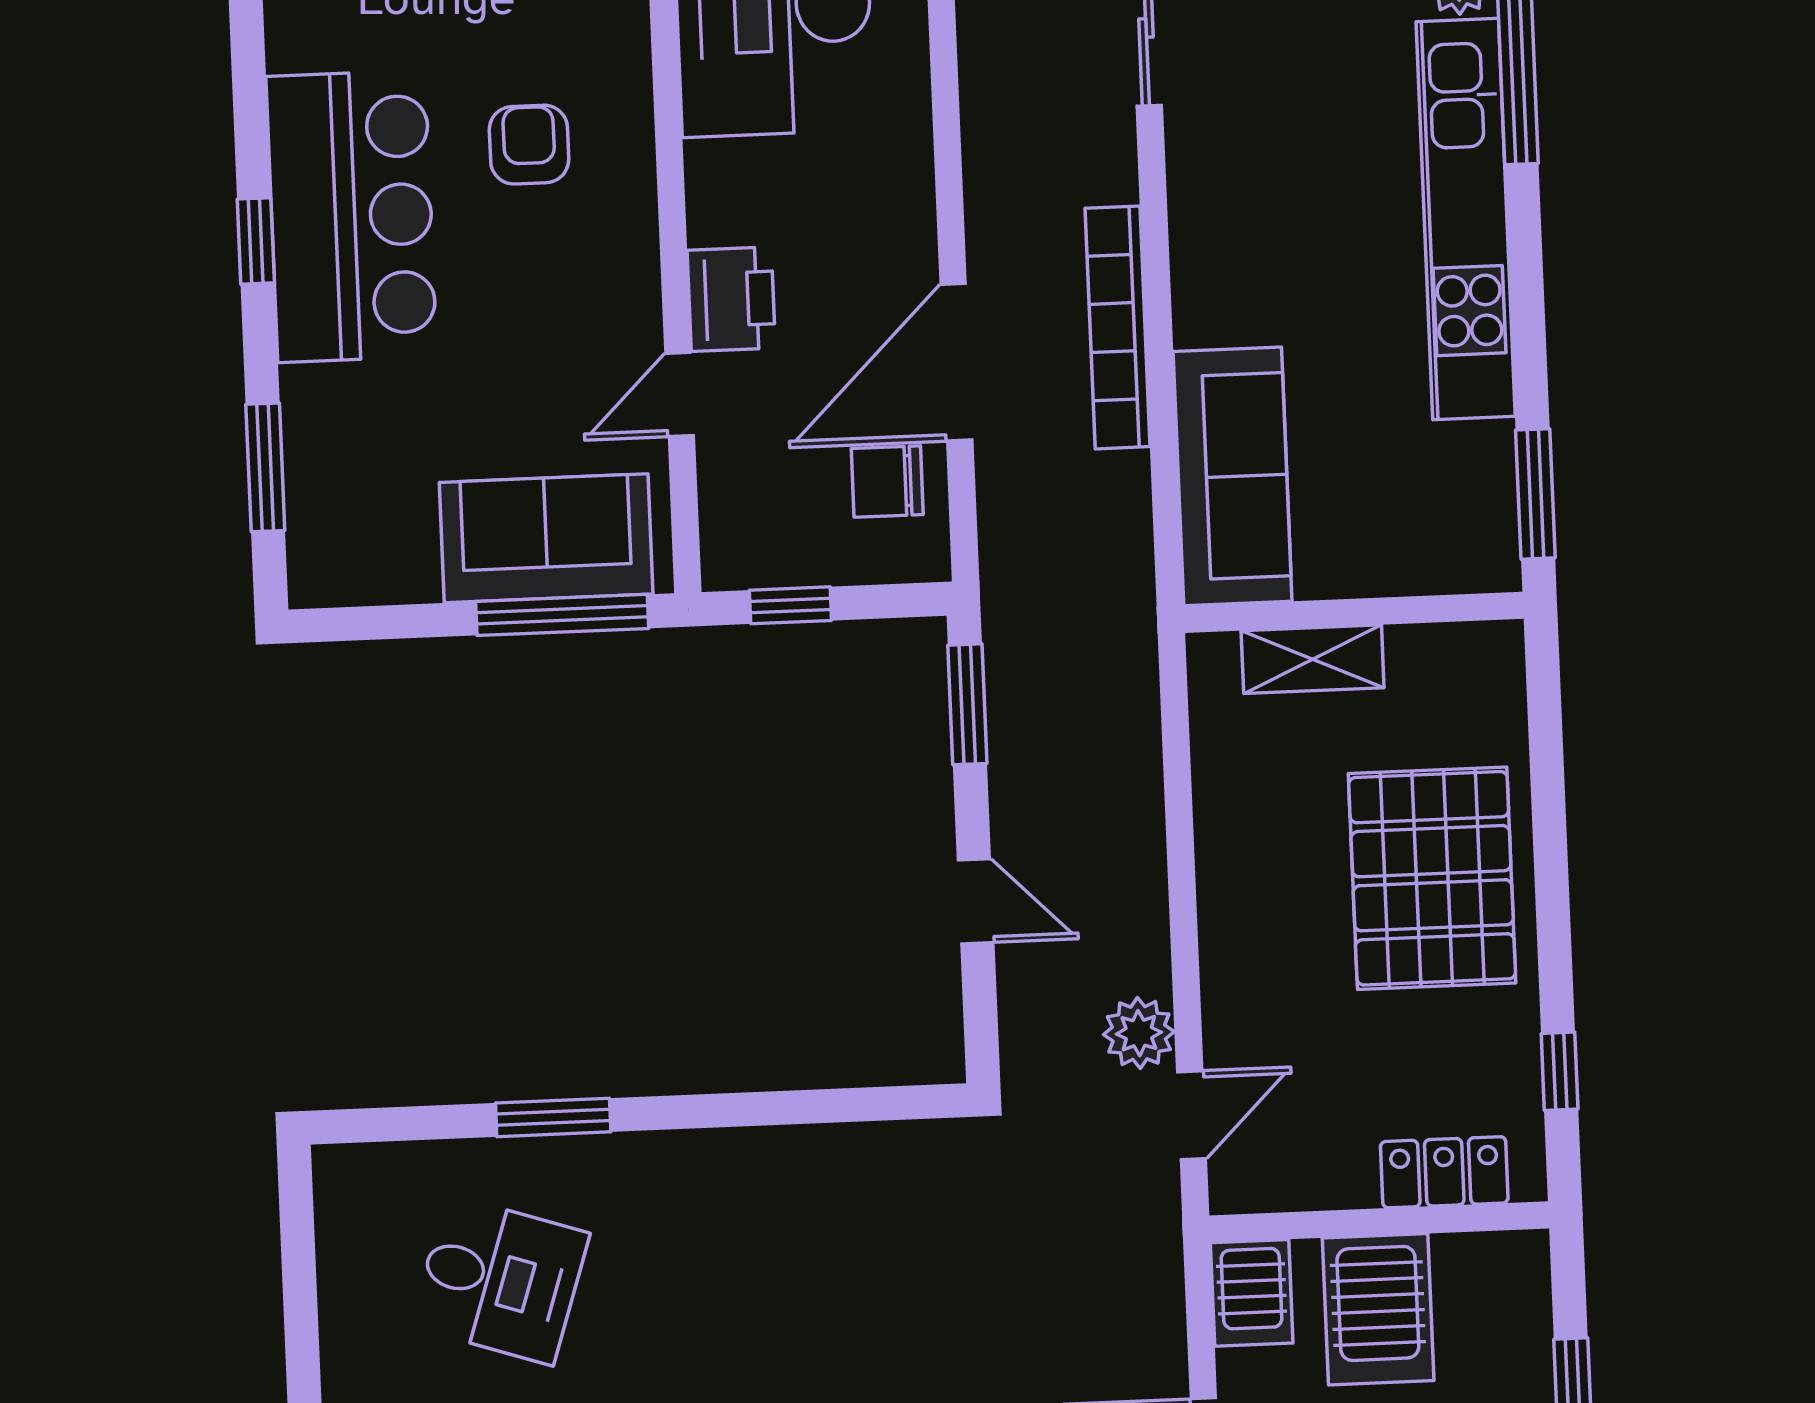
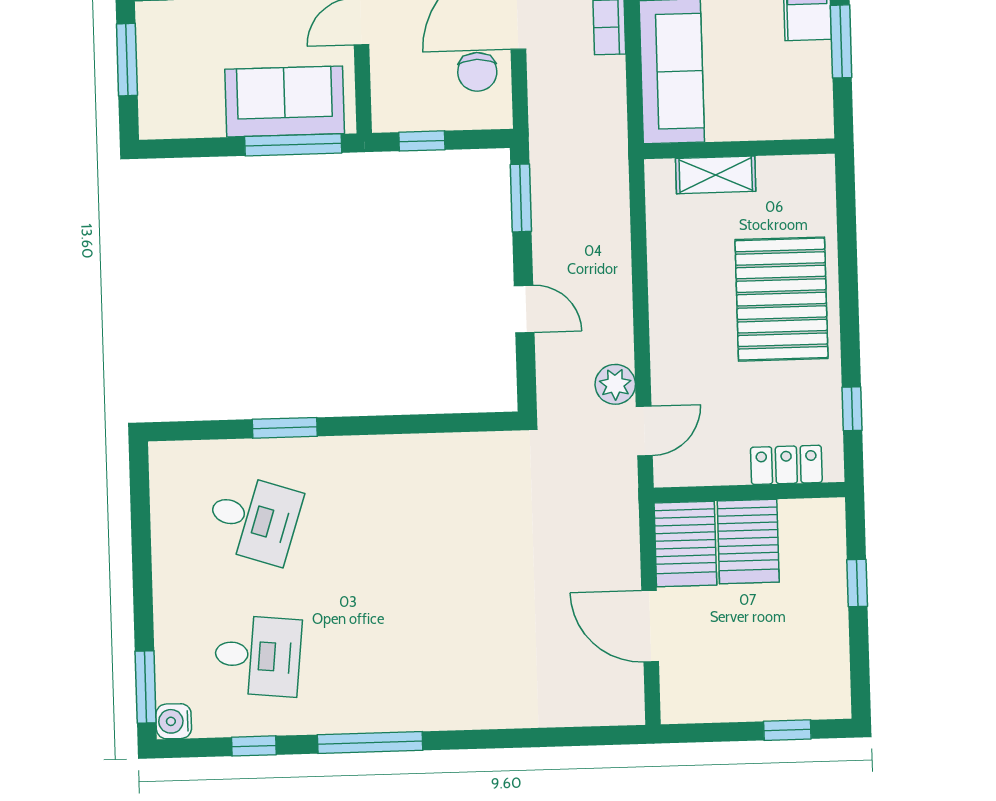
chair: (887, 482) -> (477, 72), turned -90
window: (1535, 494) -> (841, 41), moved
server rack: (1252, 1293) -> (685, 544), width x1.36, depth x1.44

